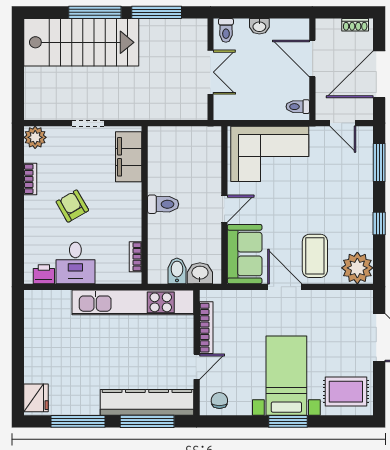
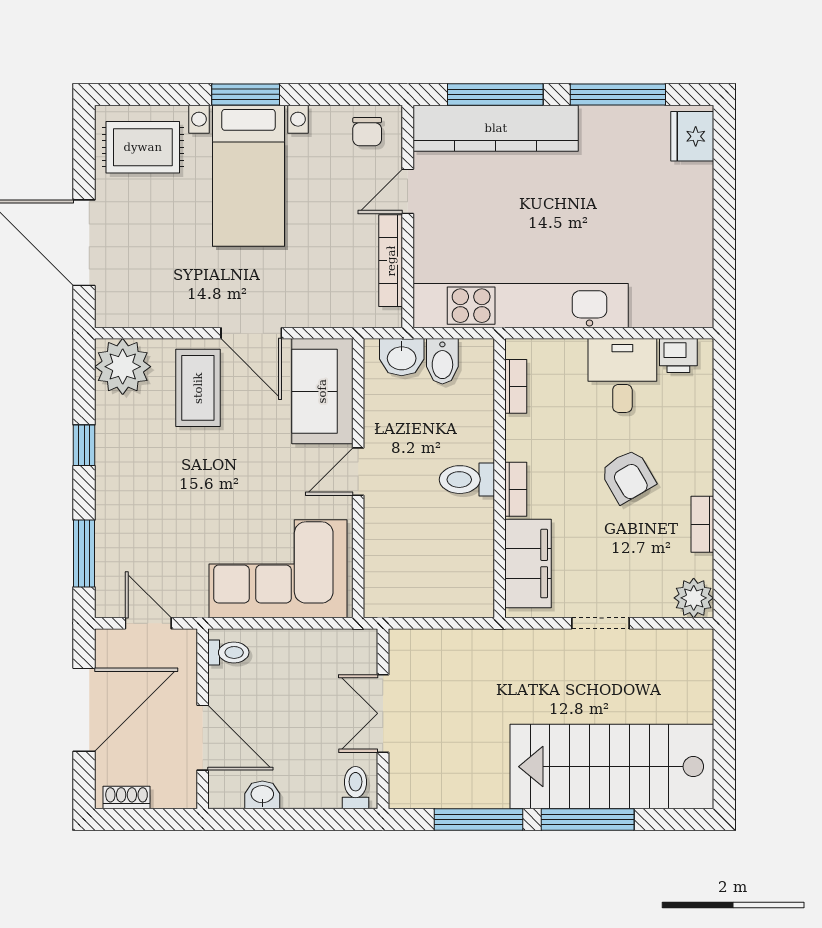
washbasin: (259, 26) -> (262, 795), moved
bookcase: (136, 199) -> (516, 489), added

